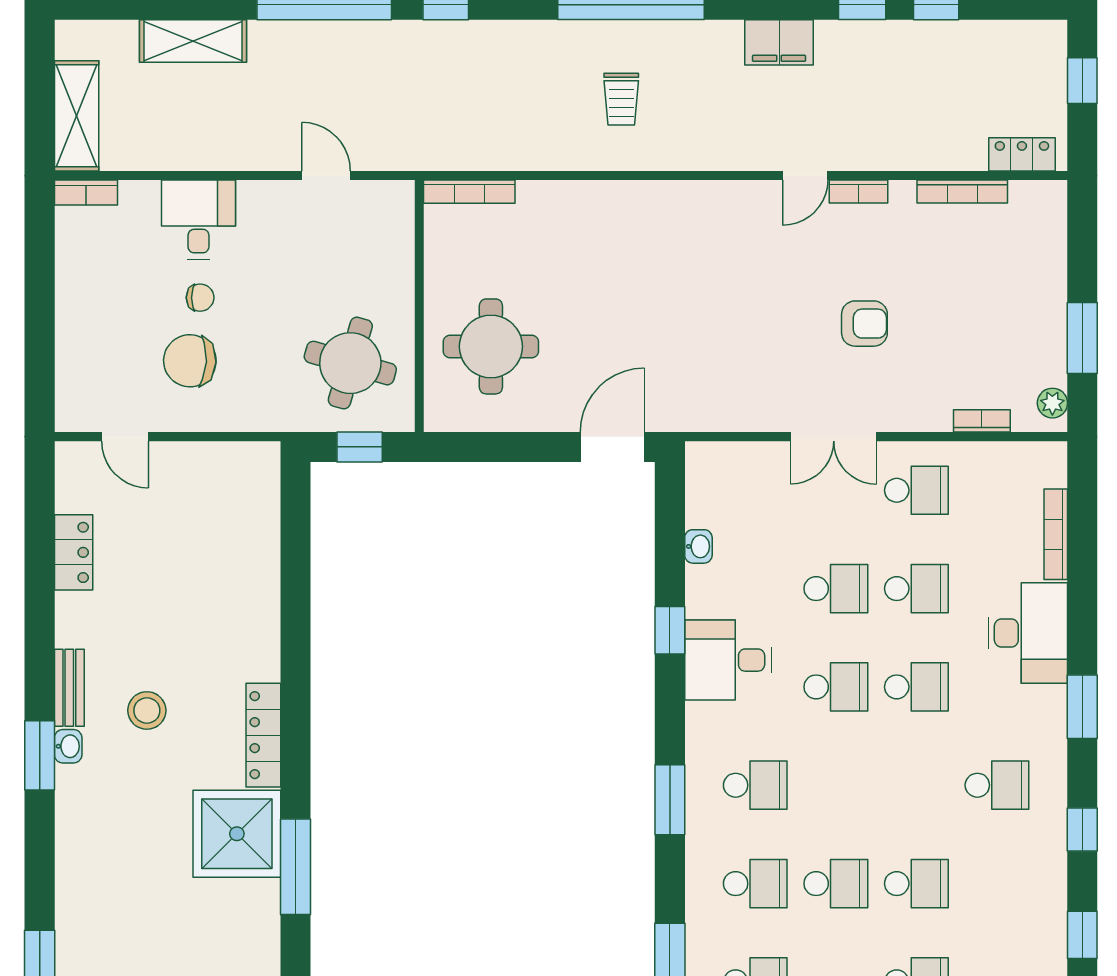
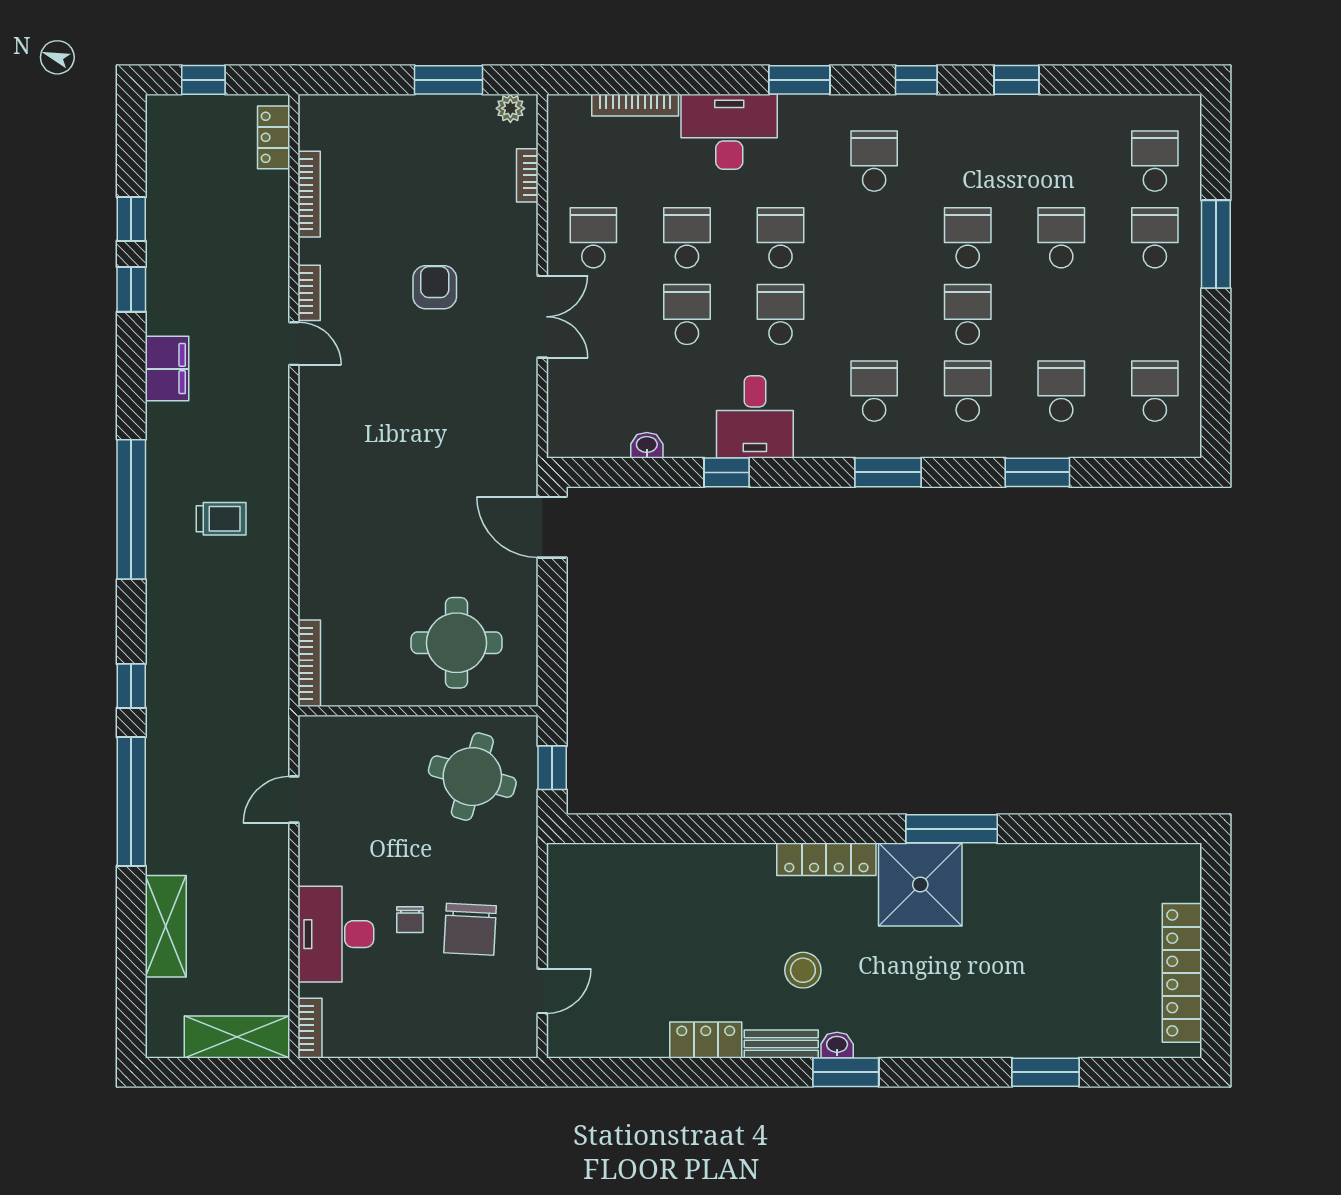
desk: (198, 220) -> (336, 934), width x1.37
chair: (200, 298) -> (410, 920), turned 180
locker: (74, 552) -> (706, 1040), moved

